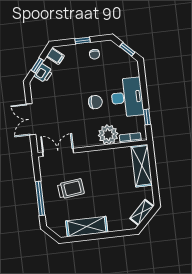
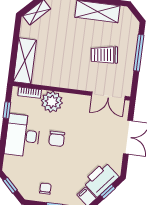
printer: (44, 73) -> (101, 179), width x1.87, depth x1.48
chair: (95, 102) -> (57, 139), turned -90

